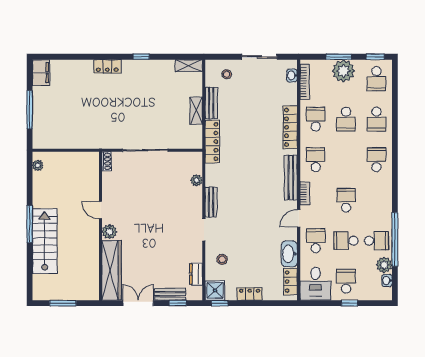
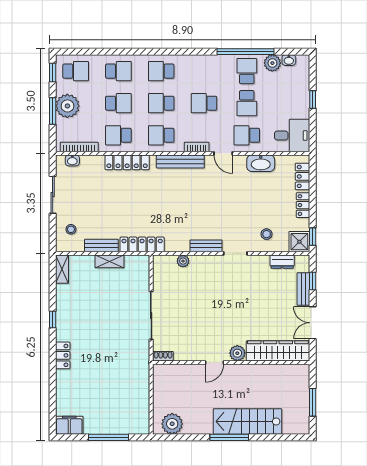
plant: (38, 165) -> (172, 424), width x1.87, depth x1.87
locker: (290, 281) -> (303, 176), moved, turned 90
school desk: (346, 281) -> (161, 103), moved

